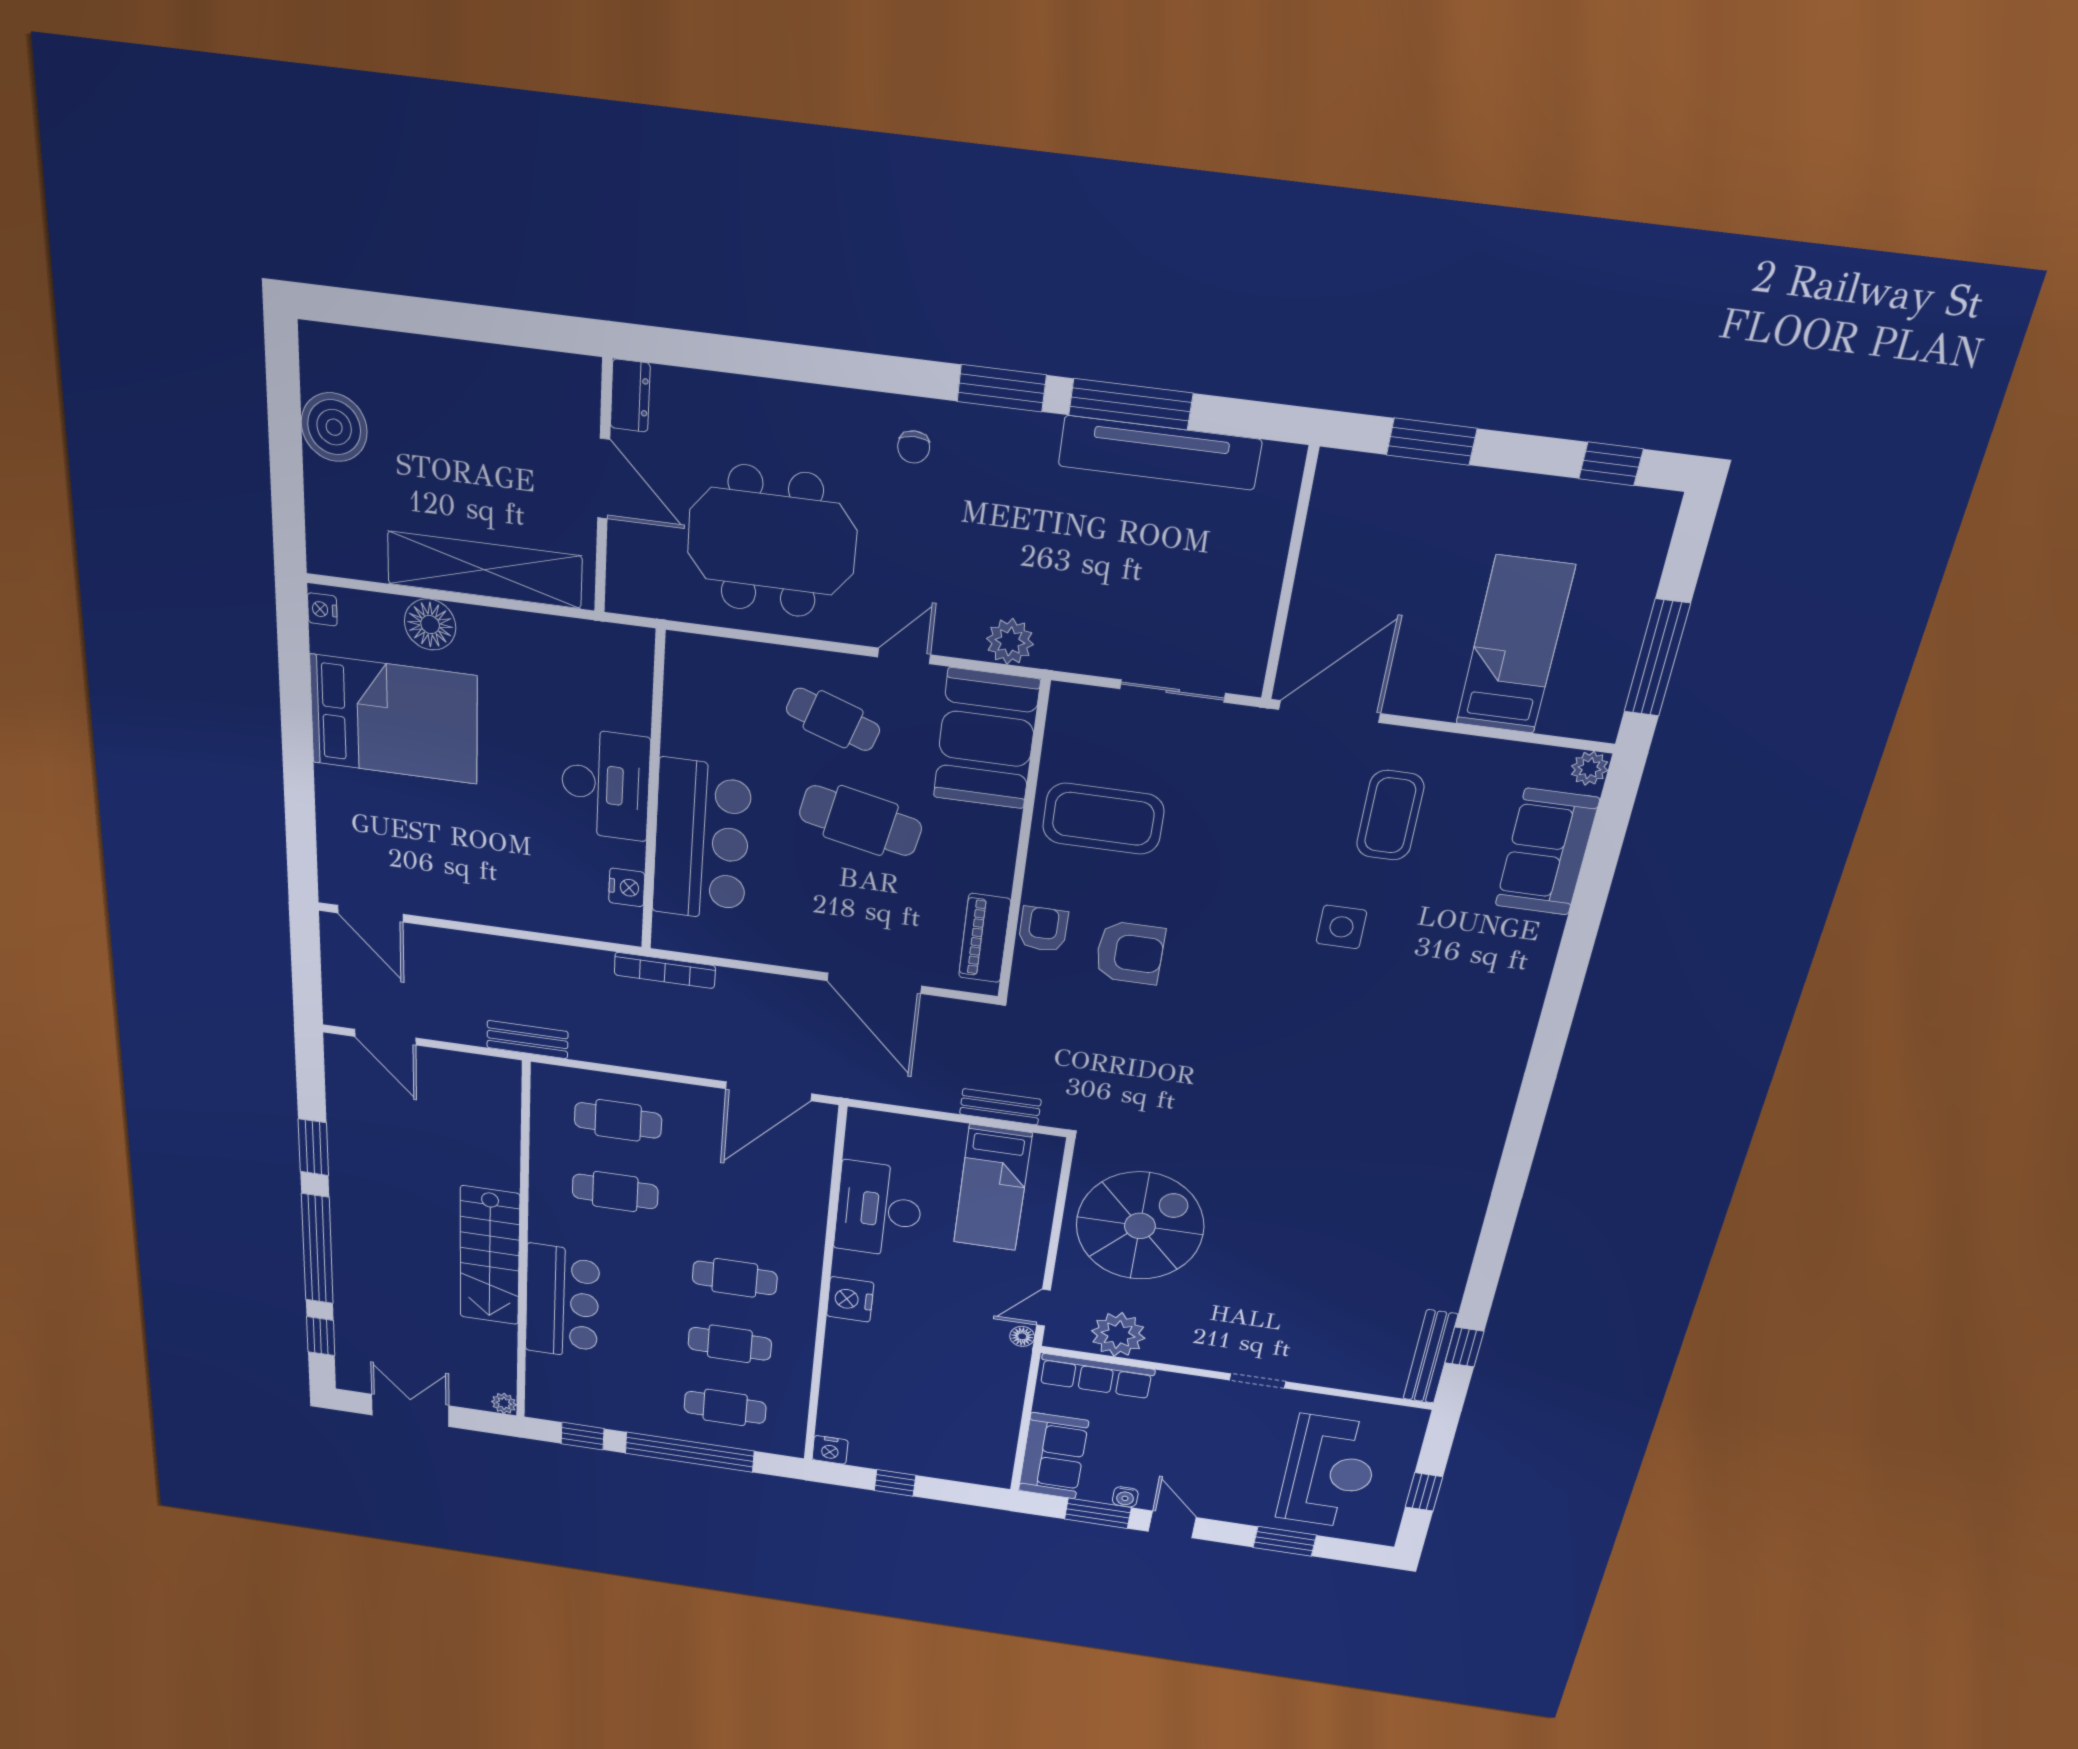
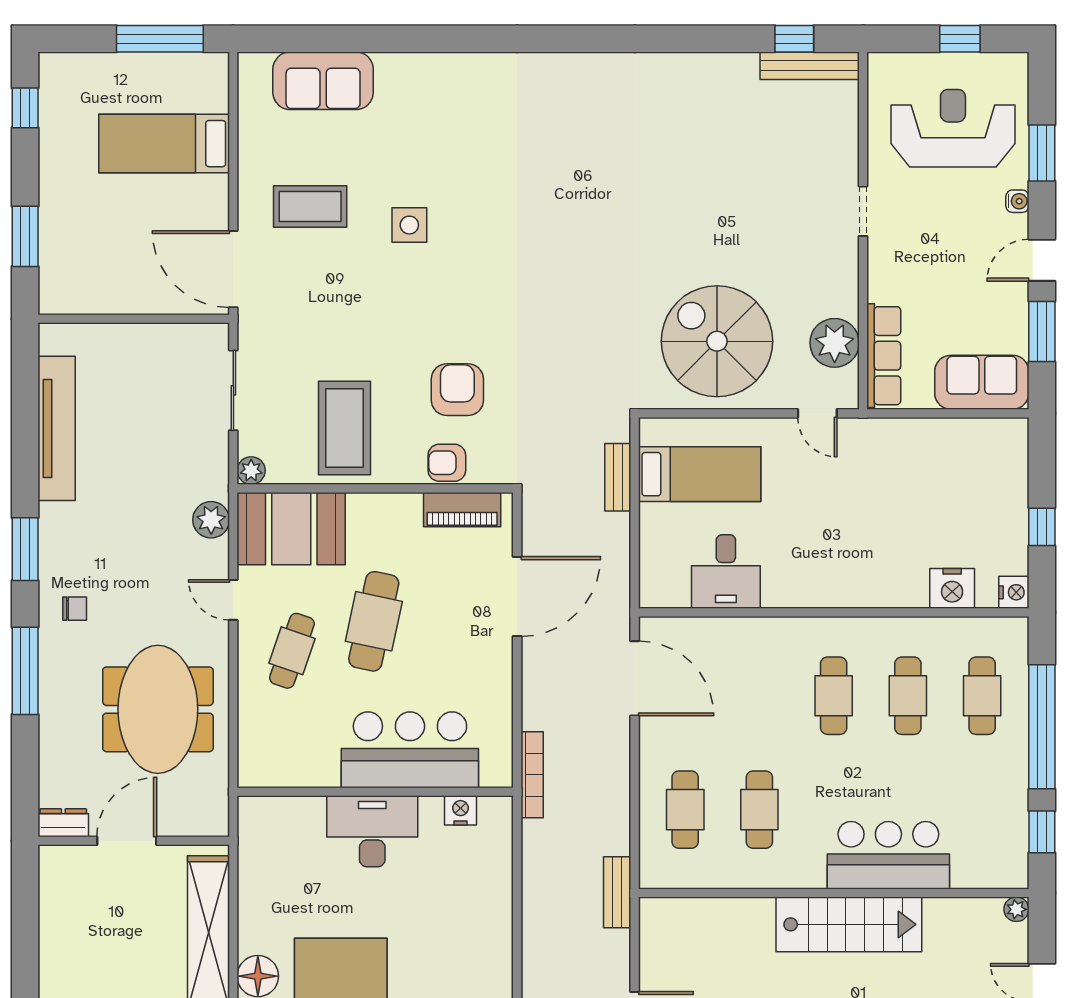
window: (1131, 404) -> (25, 671), moved
plant: (1590, 768) -> (251, 471), moved
desk: (879, 1210) -> (726, 572), width x0.73
nightstand: (850, 1299) -> (952, 588), moved
floor lamp: (1022, 1336) -> (852, 428), removed
water cooler: (1125, 1497) -> (1017, 201), moved

